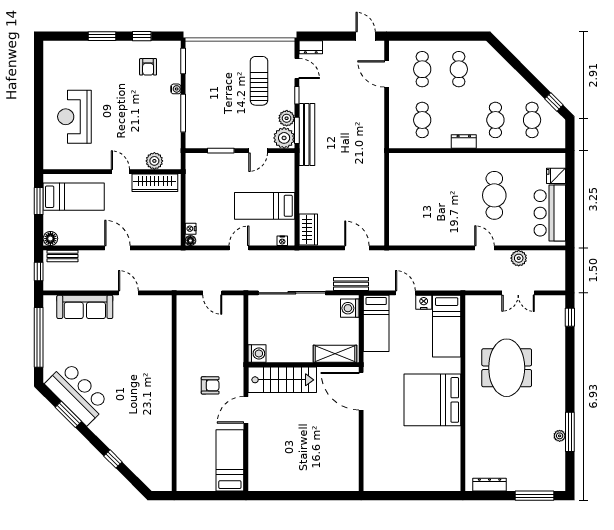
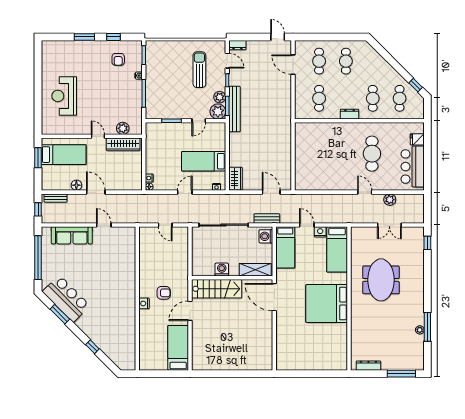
floor lamp: (50, 239) -> (76, 185), moved
washing machine: (257, 353) -> (222, 269), moved, turned -90
nightstand: (183, 400) -> (144, 303), added

